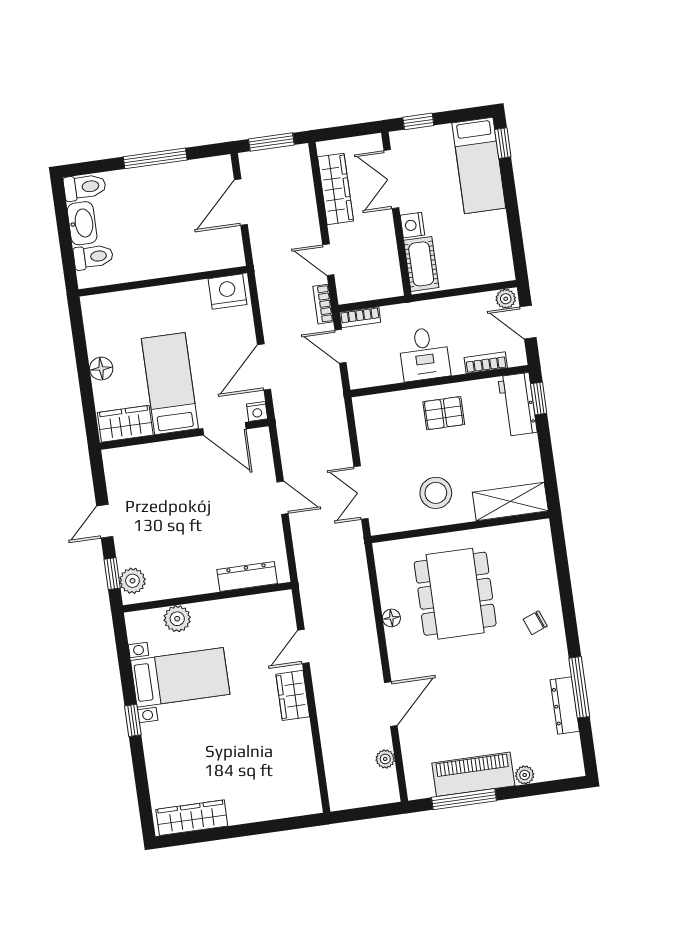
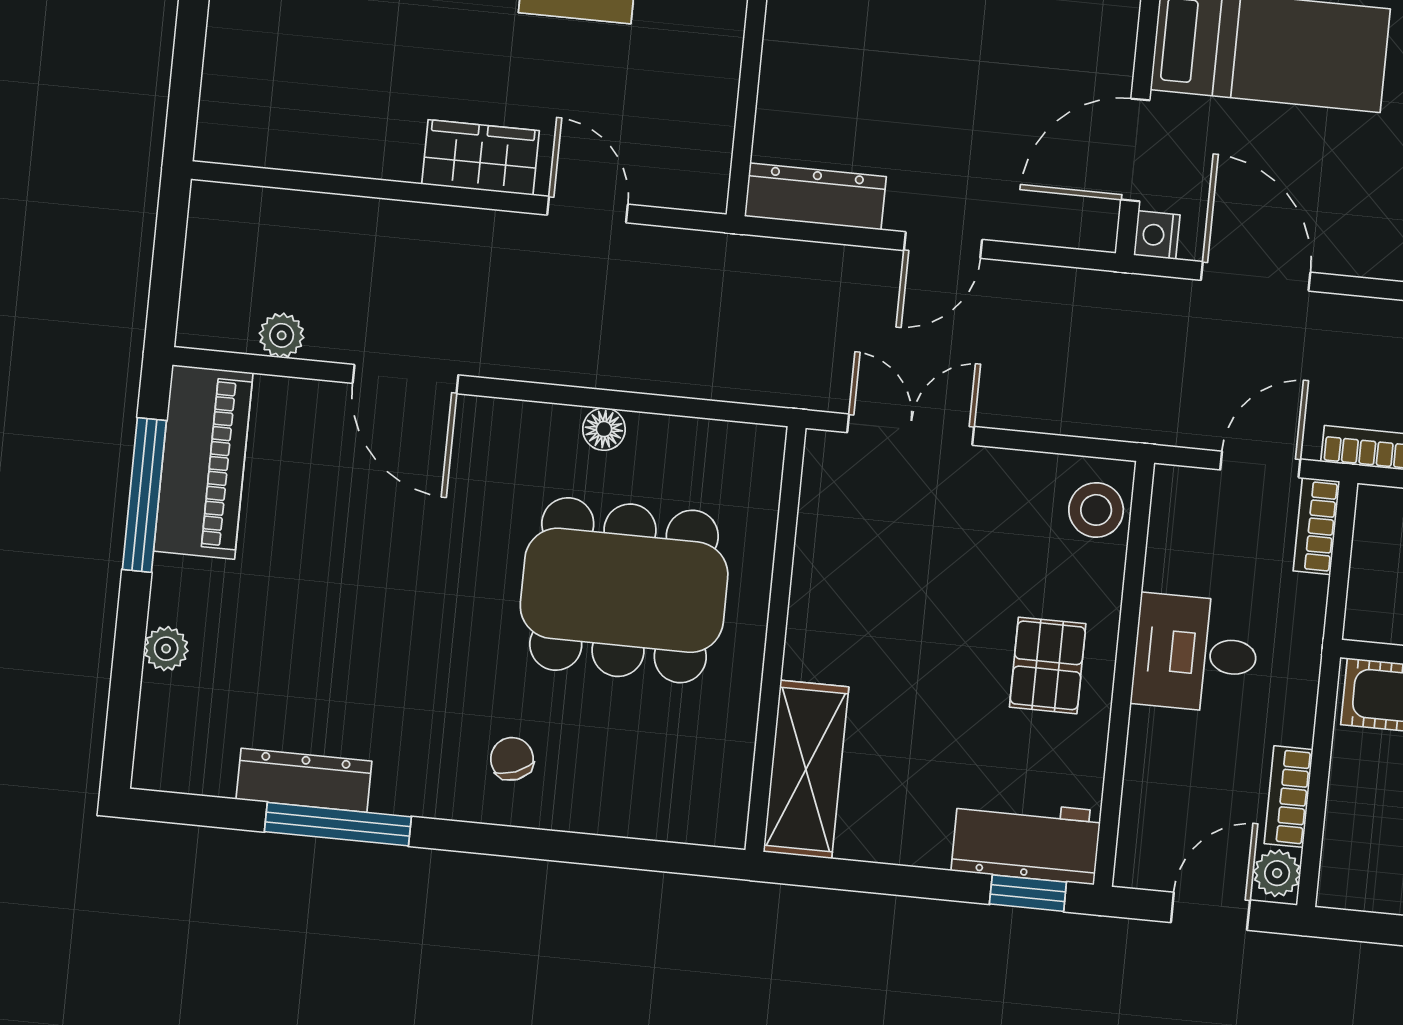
bookcase: (486, 363) -> (1289, 797), moved, turned 180
stool: (436, 493) -> (1096, 510), moved, width x0.73, depth x0.73
dresser: (247, 576) -> (815, 196), moved, turned -90
piano: (473, 774) -> (203, 462), moved

